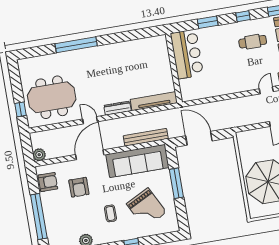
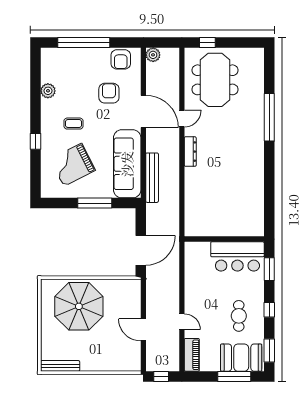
bar counter: (187, 54) -> (237, 256), moved
wall: (174, 68) -> (224, 239), moved
tv unit: (154, 101) -> (191, 194), removed
door: (199, 138) -> (141, 250), moved
armchair: (79, 187) -> (109, 93), turned 90

